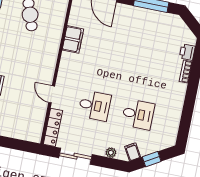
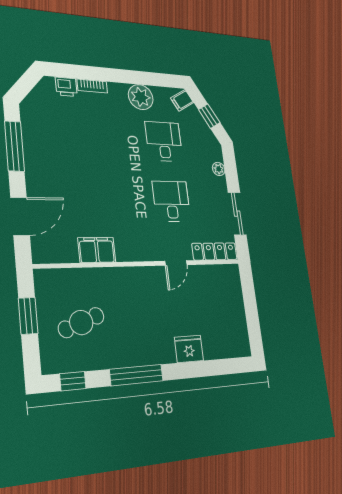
plant: (173, 107) -> (141, 97), added
filing cabinet: (133, 152) -> (182, 100), moved

